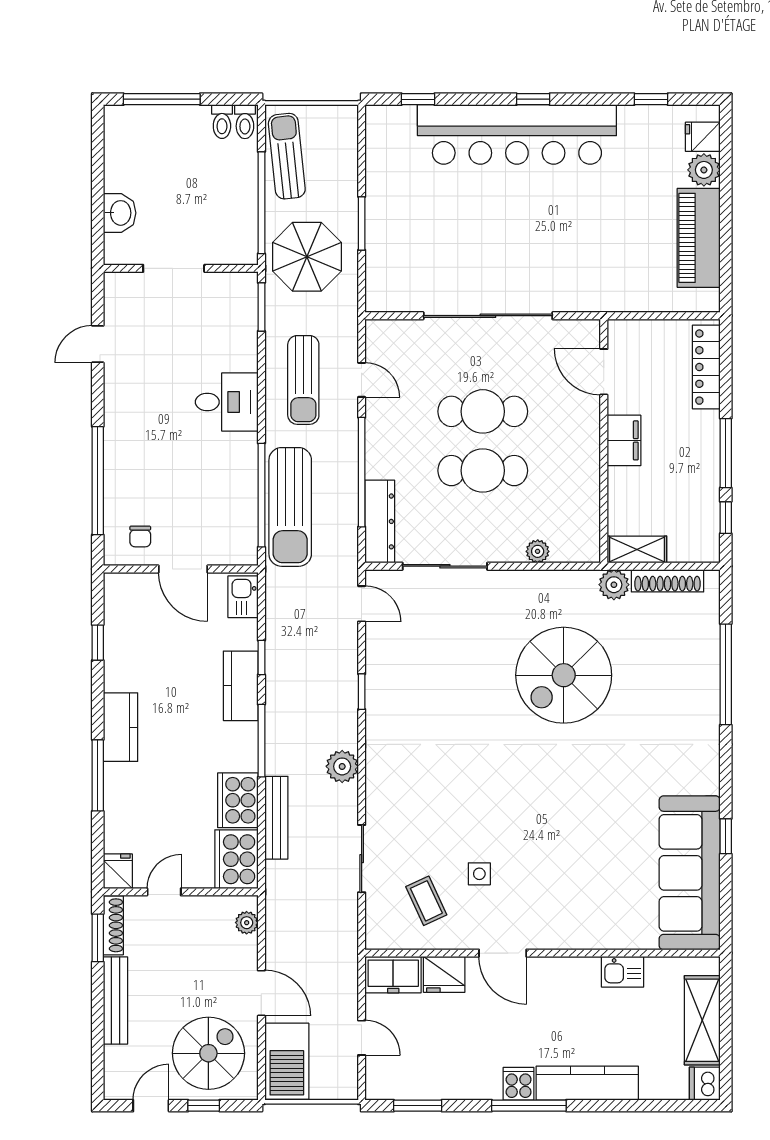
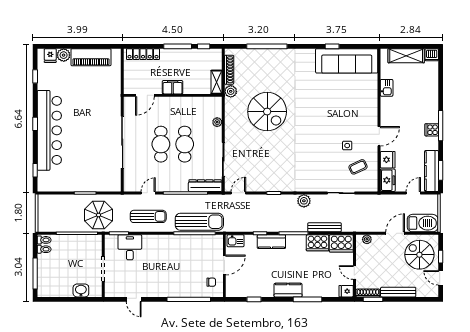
sun lounger: (287, 156) -> (58, 223), removed
desk: (227, 402) -> (130, 247), moved
kitchen counter: (587, 1083) -> (431, 171), moved

